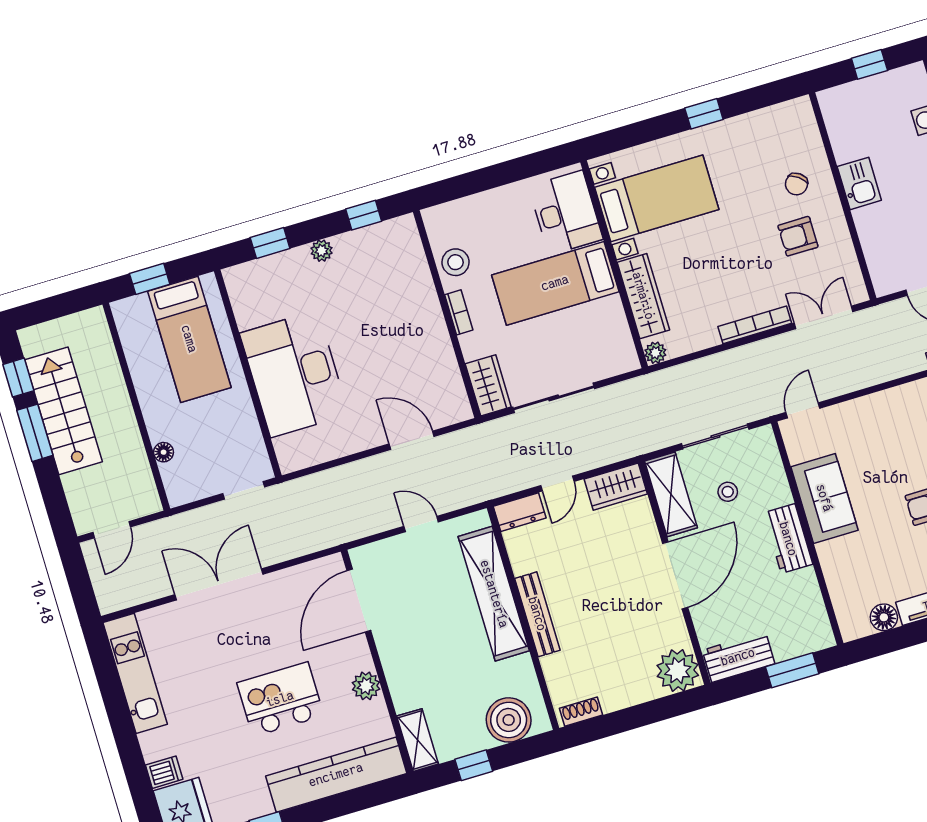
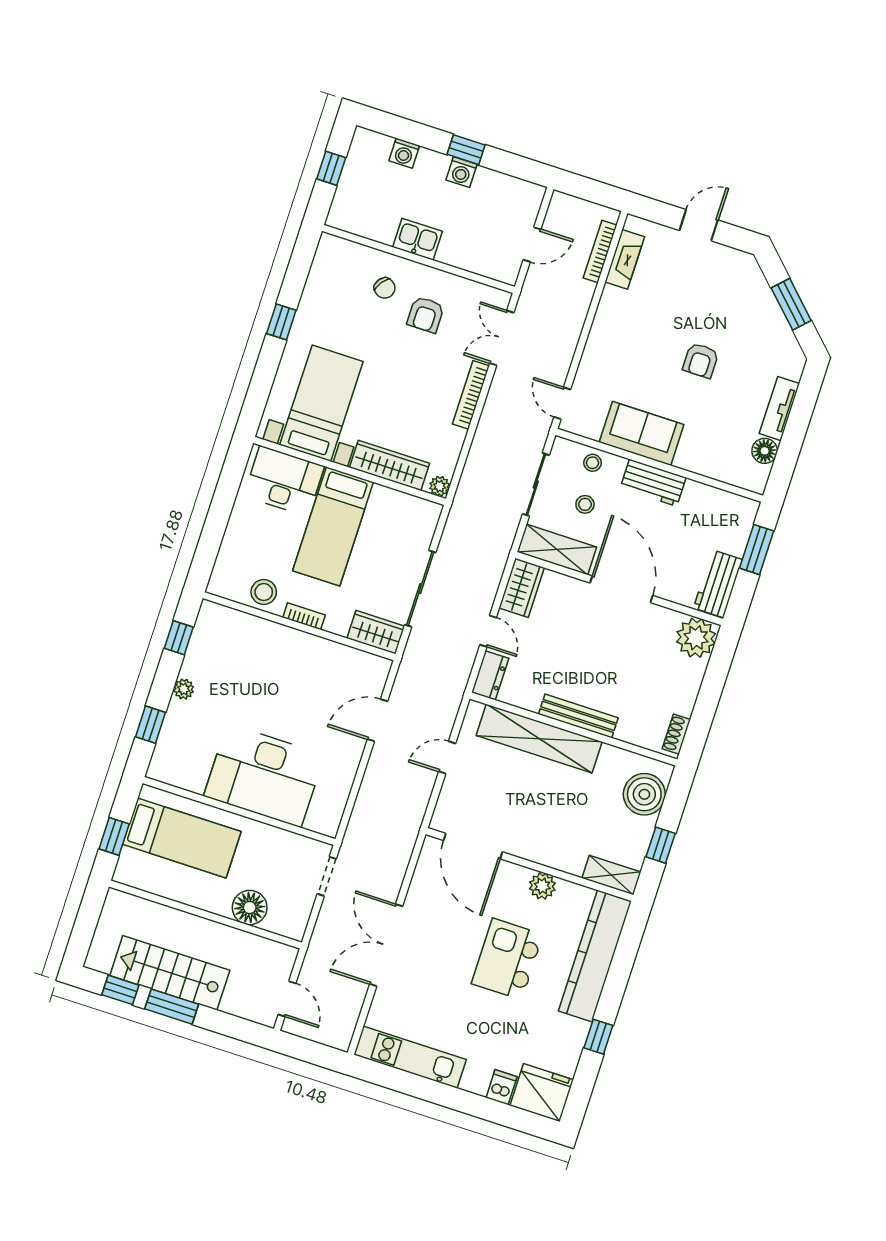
floor lamp: (164, 452) -> (250, 908), width x1.89, depth x1.89
stool: (769, 473) -> (593, 463), added

